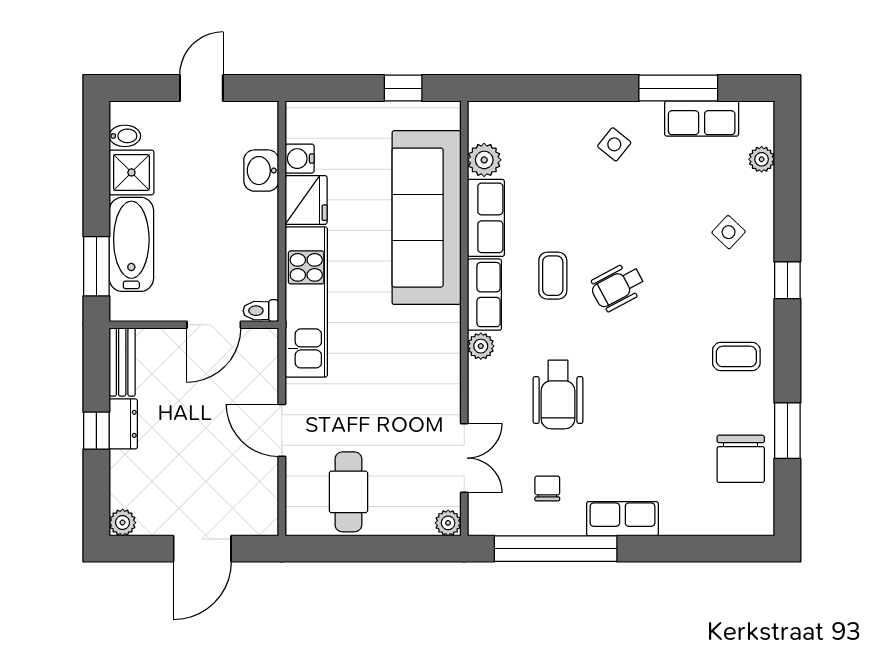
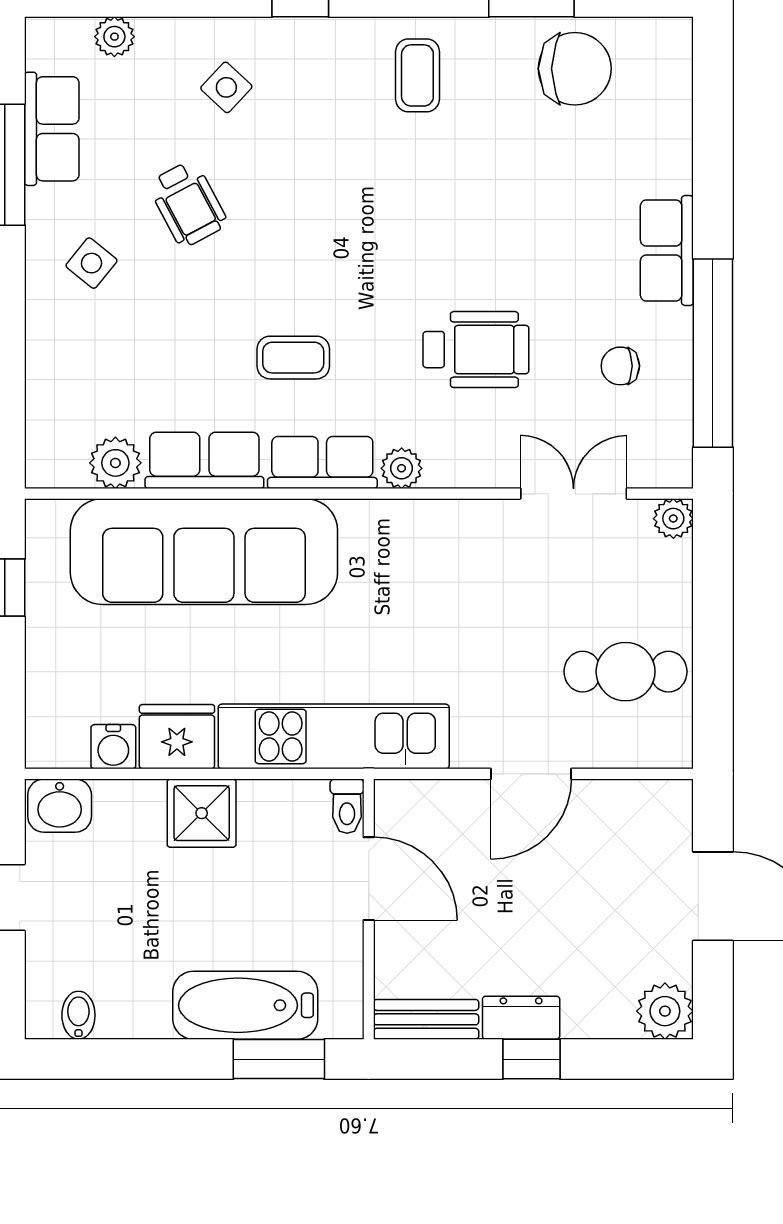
washbasin: (261, 171) -> (60, 806), moved
shower: (131, 172) -> (202, 813), moved
wheelchair: (618, 287) -> (188, 204), moved
plant: (123, 523) -> (665, 1011), width x1.38, depth x1.38

